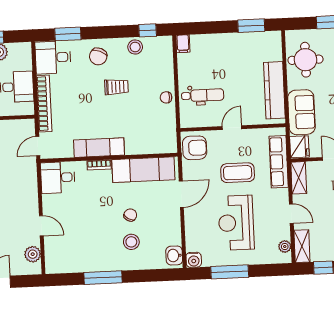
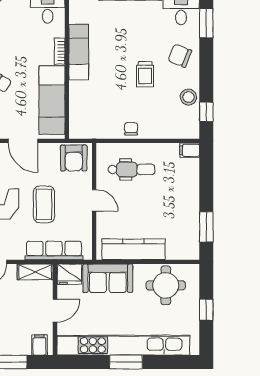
dental chair: (203, 95) -> (132, 169), turned -90

